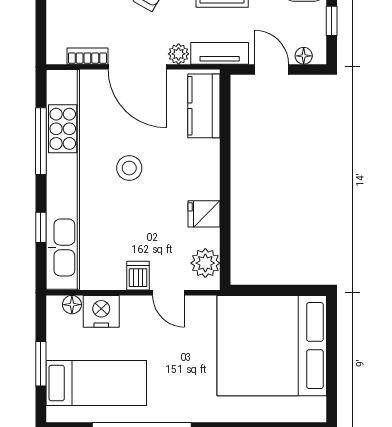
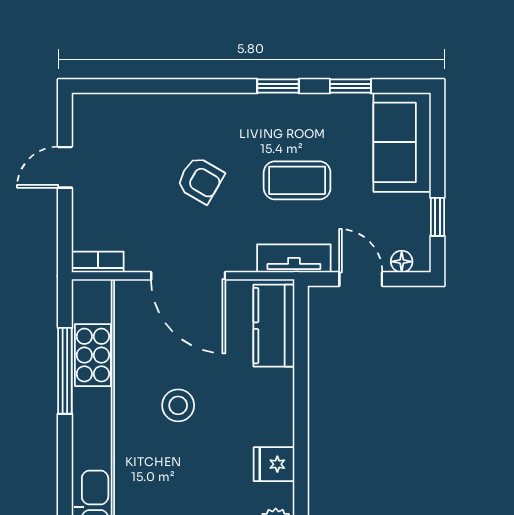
plant: (179, 54) -> (241, 259), removed
bookcase: (87, 56) -> (98, 262), moved
window: (41, 227) -> (65, 482), removed

